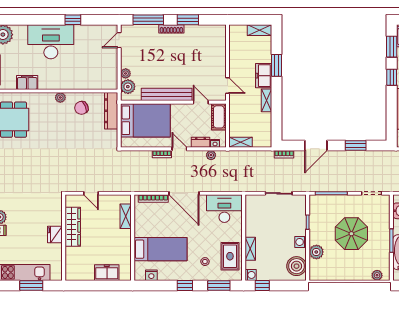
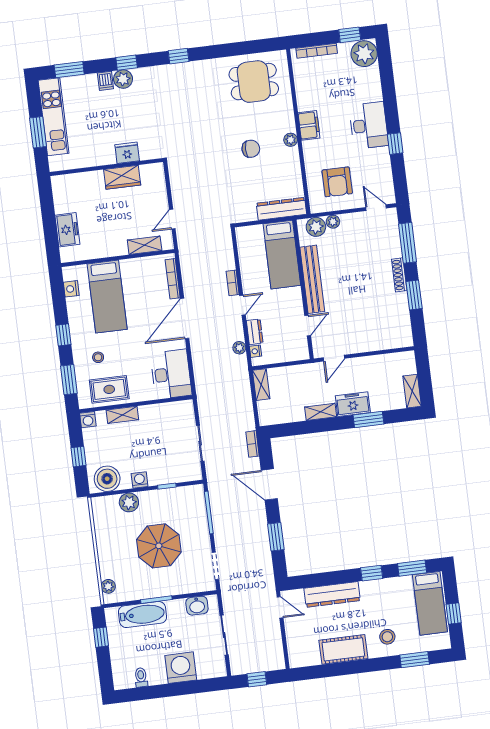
desk: (51, 42) -> (369, 125), width x0.73, depth x0.77
armchair: (96, 67) -> (337, 182), added
filing cabinet: (27, 82) -> (309, 125), moved
chair: (81, 108) -> (251, 149), moved, turned 113
cot: (219, 117) -> (291, 352), removed
bed: (145, 120) -> (282, 255), width x0.67
door: (91, 193) -> (172, 219), moved
wardrobe: (73, 227) -> (122, 177), width x0.67
fridge: (55, 235) -> (127, 153), moved
window: (262, 285) -> (78, 457), moved

